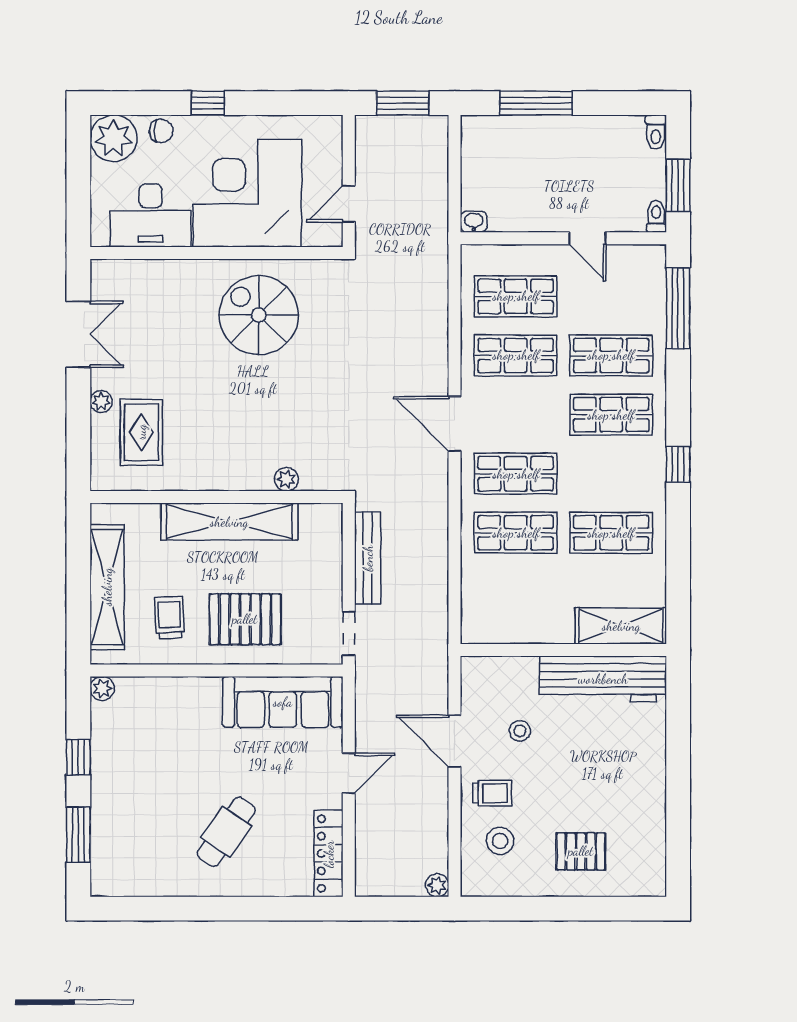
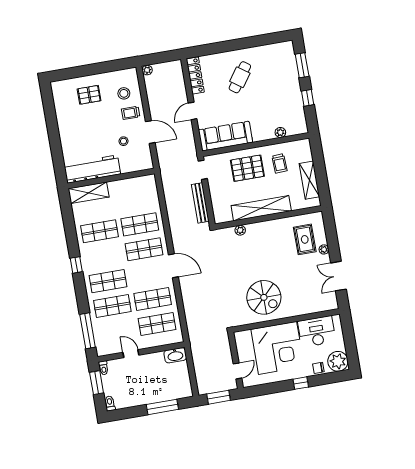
door: (349, 204) -> (237, 371), moved
washbasin: (474, 222) -> (175, 355), width x1.91, depth x1.45
shelving: (107, 587) -> (309, 180), width x0.68
plant: (102, 688) -> (280, 132), moved

